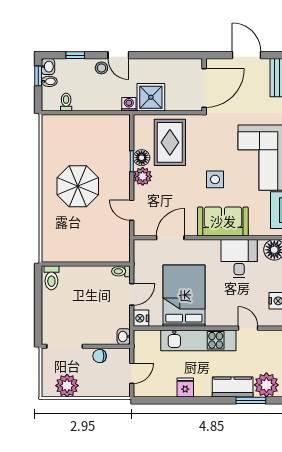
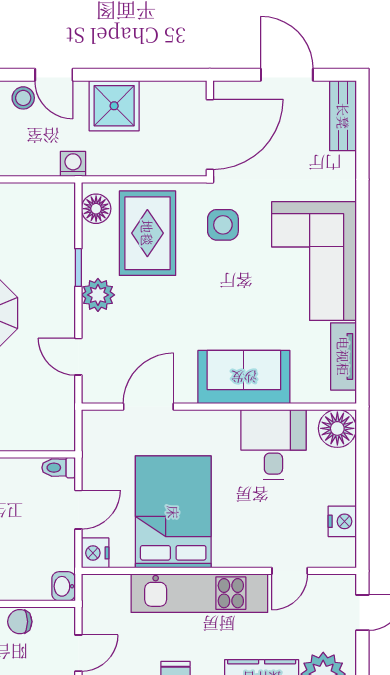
shower: (151, 97) -> (114, 106), moved
floor lamp: (142, 158) -> (96, 209), moved
side table: (215, 179) -> (223, 225), moved
door: (248, 328) -> (290, 571), swing flipped

